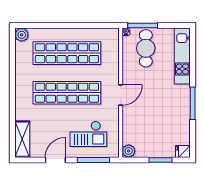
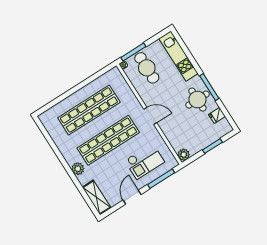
plant: (22, 35) -> (78, 169), moved
door: (121, 95) -> (150, 116), hinge flipped
round table: (174, 108) -> (197, 100), added
fridge: (183, 151) -> (217, 115), moved

